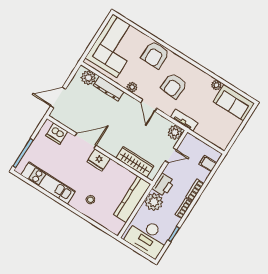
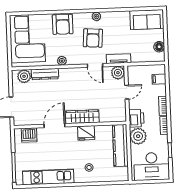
plant: (216, 85) -> (96, 16), moved
door: (149, 105) -> (95, 66), moved
floor lamp: (228, 135) -> (159, 47), added
fridge: (98, 160) -> (86, 133), moved
wardrobe: (135, 162) -> (82, 117), moved

